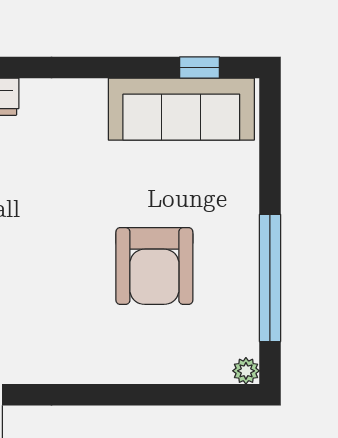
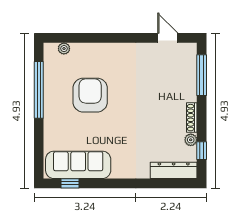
plant: (246, 371) -> (64, 49), moved

